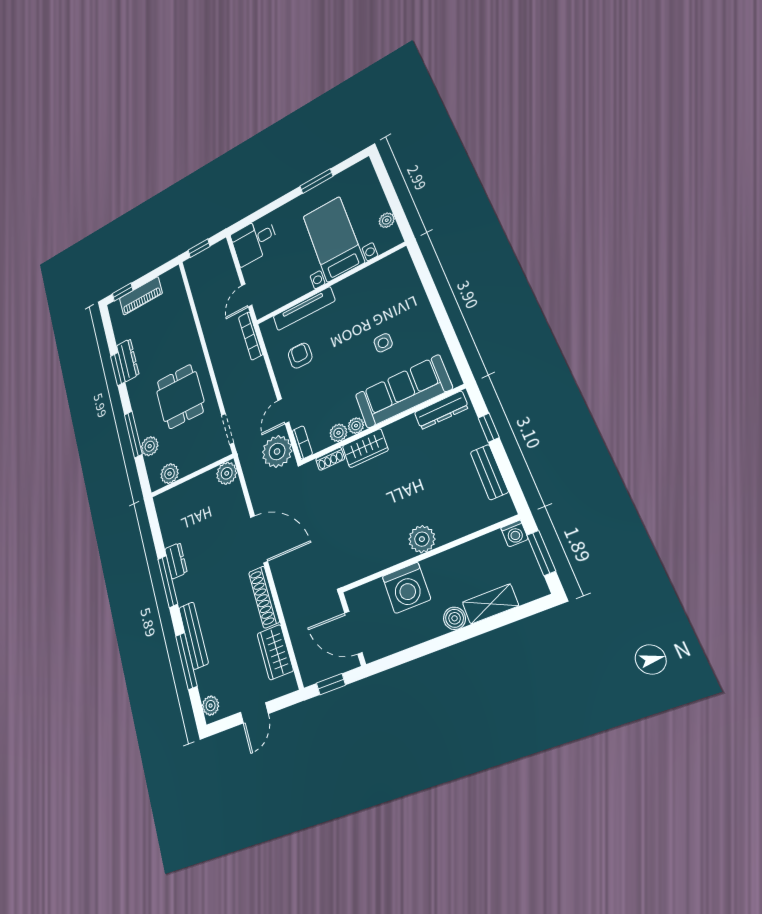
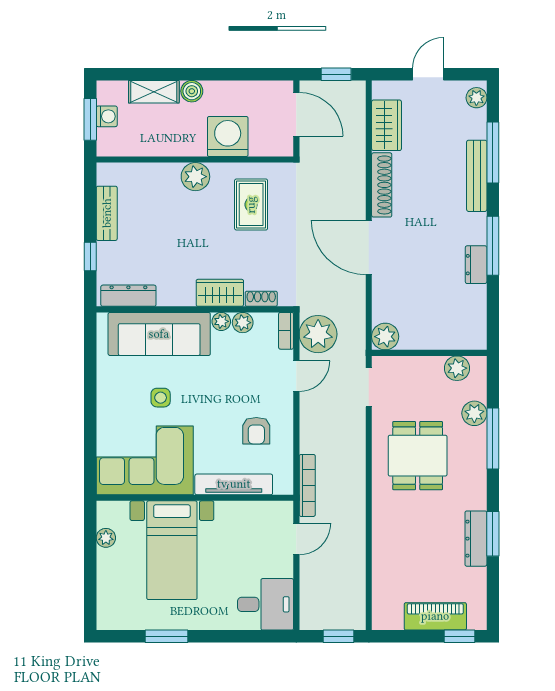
corner sofa: (378, 290) -> (145, 460), added
washing machine: (514, 533) -> (107, 116), moved, turned 90
rug: (365, 535) -> (251, 205), added

